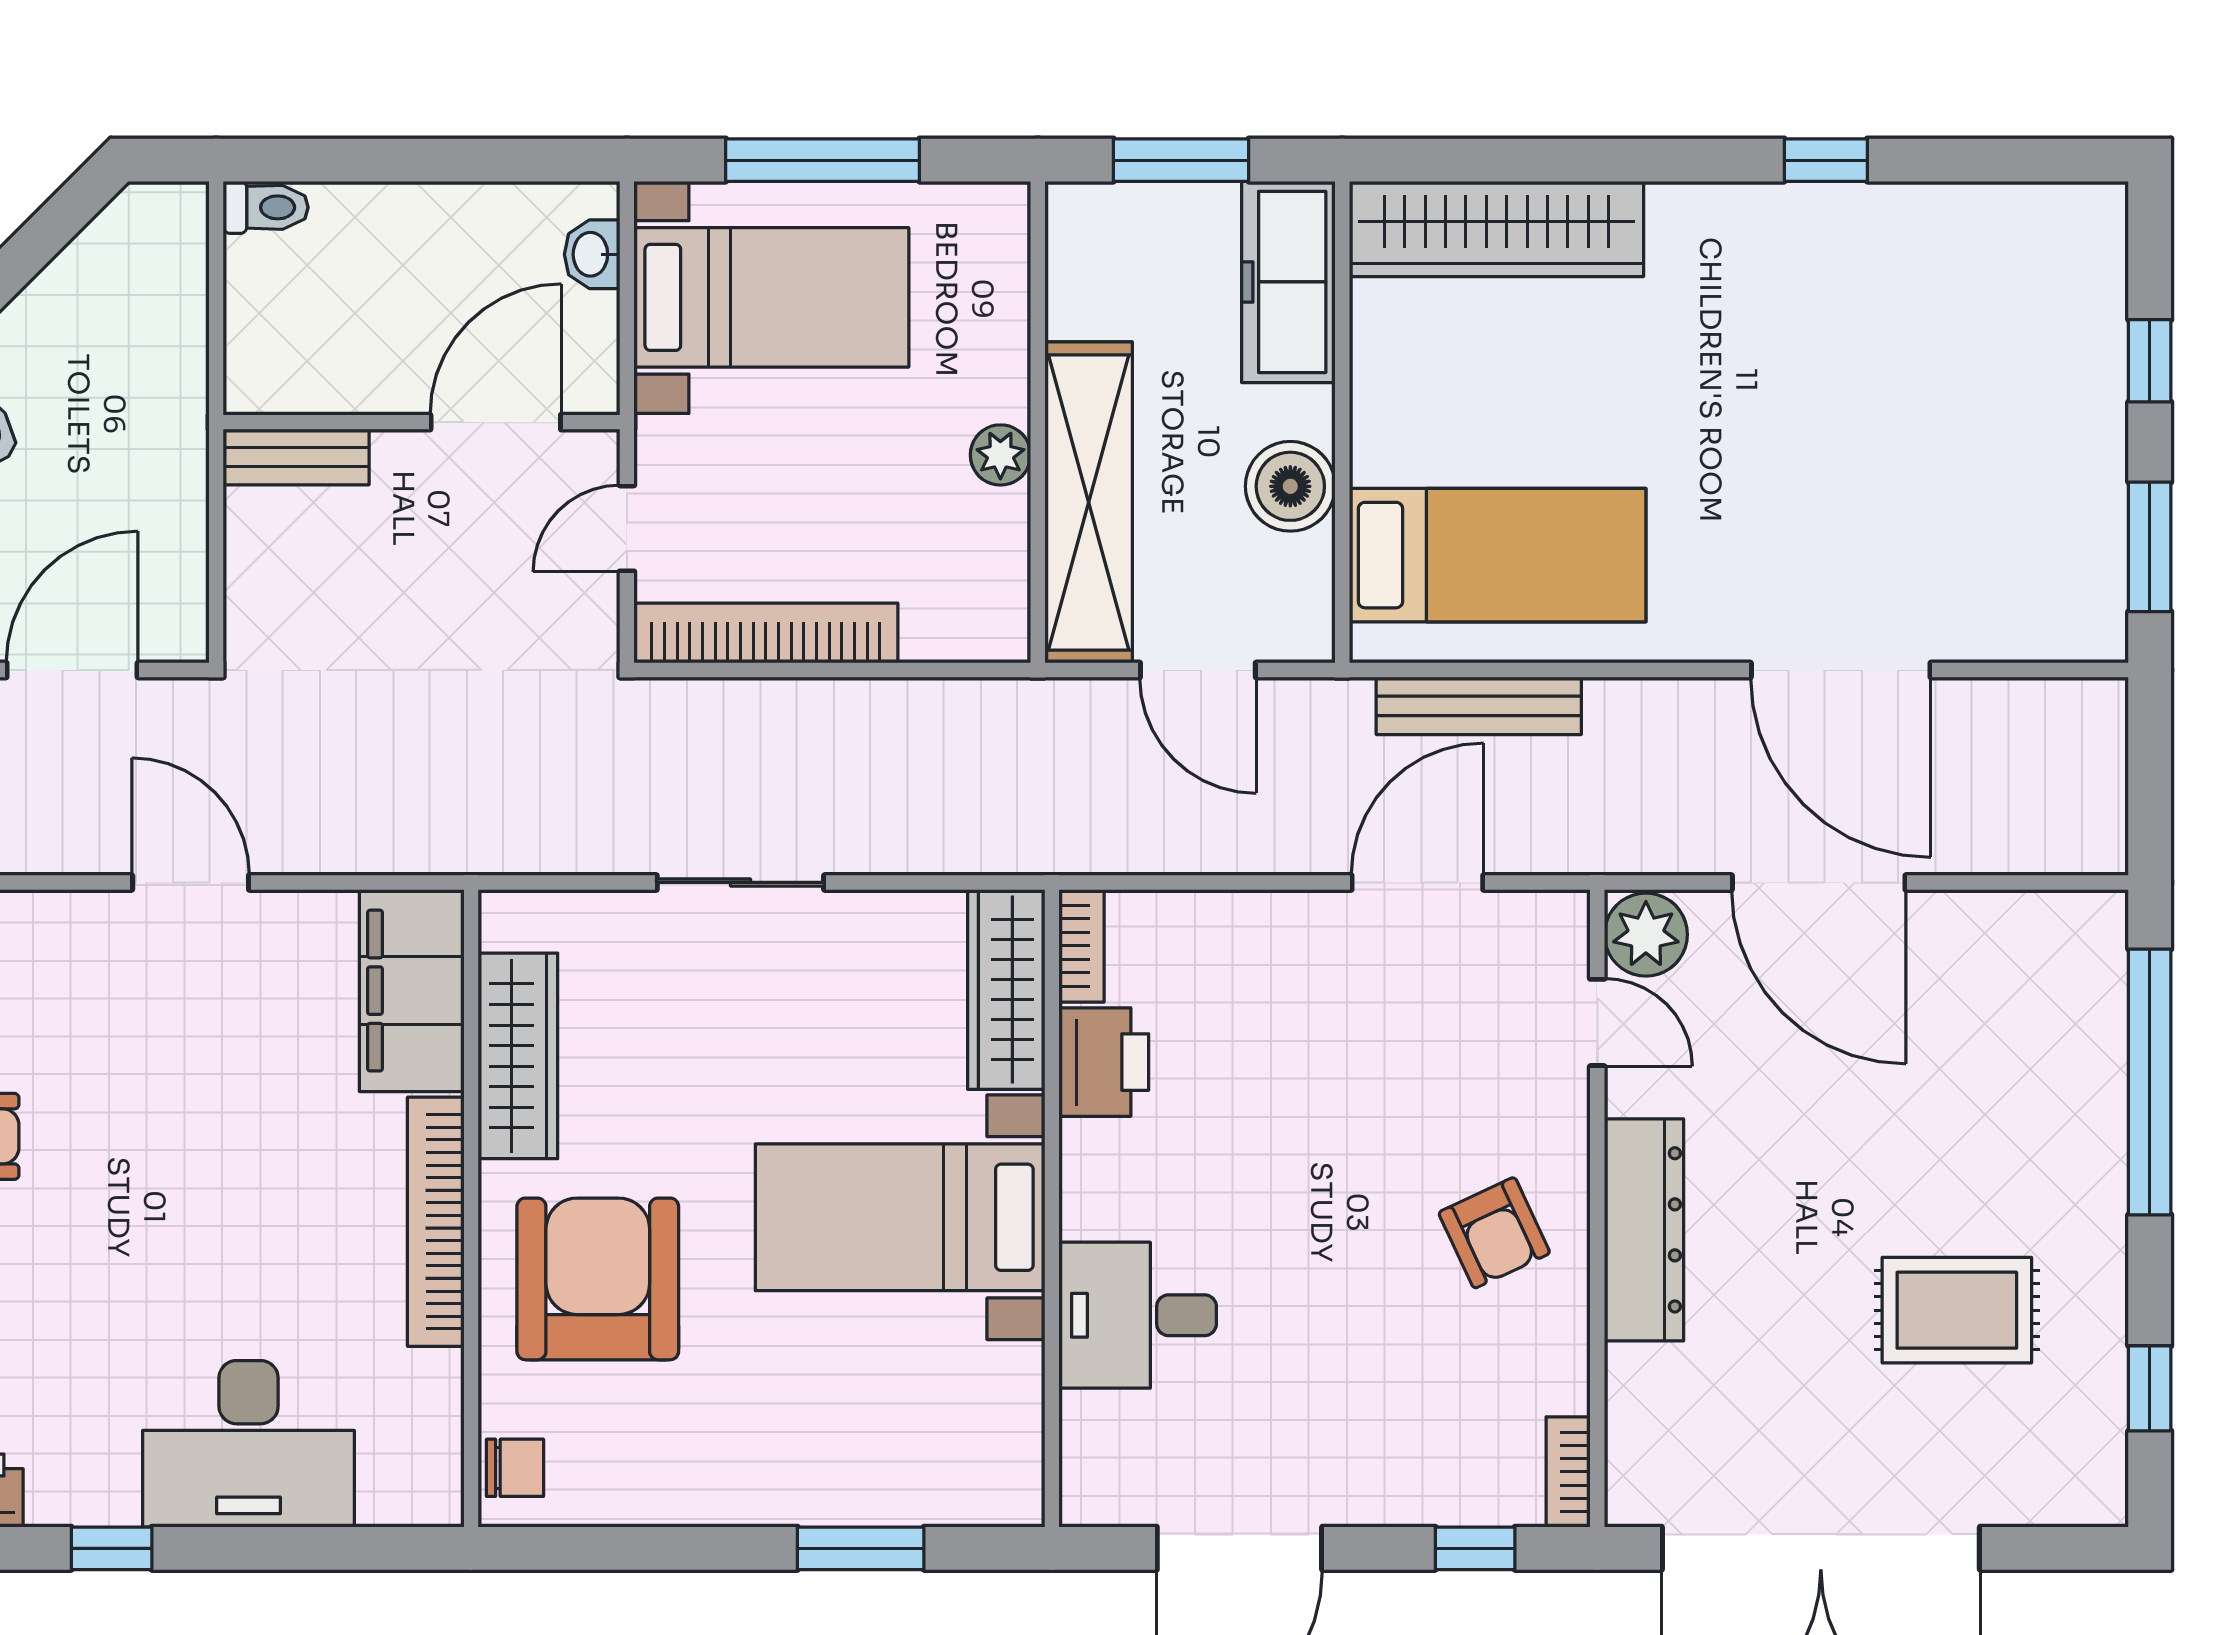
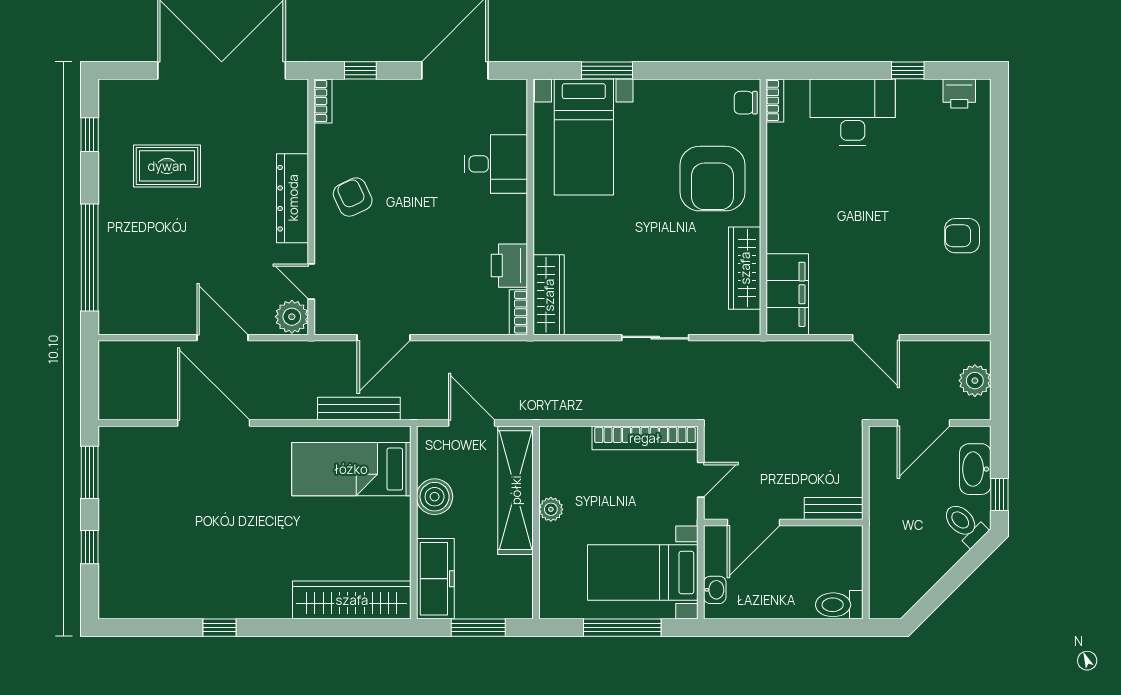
toilet: (266, 207) -> (839, 605), width x1.37, depth x1.39
door: (1819, 882) -> (222, 338), width x0.73
bed with nightstands: (900, 1217) -> (584, 137), moved, turned 90
bookcase: (436, 1222) -> (775, 101), moved, width x0.43, depth x0.76

